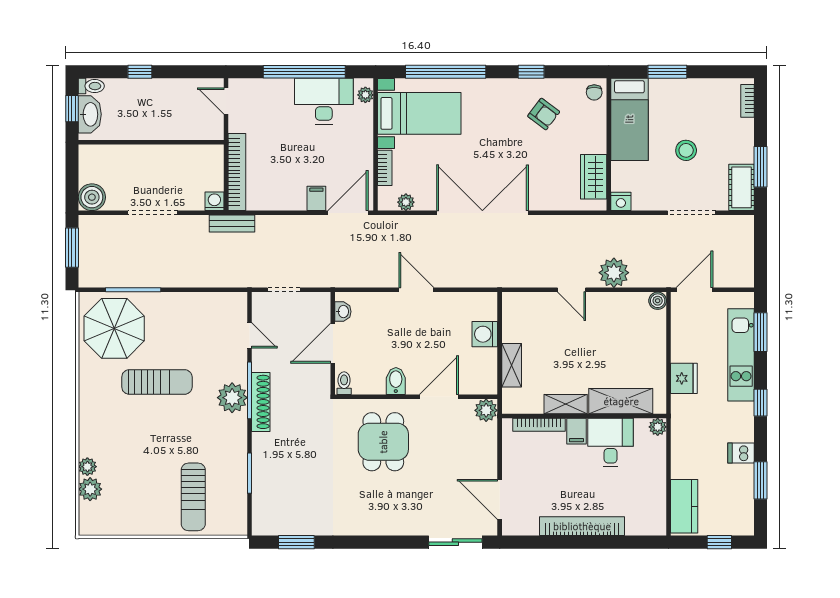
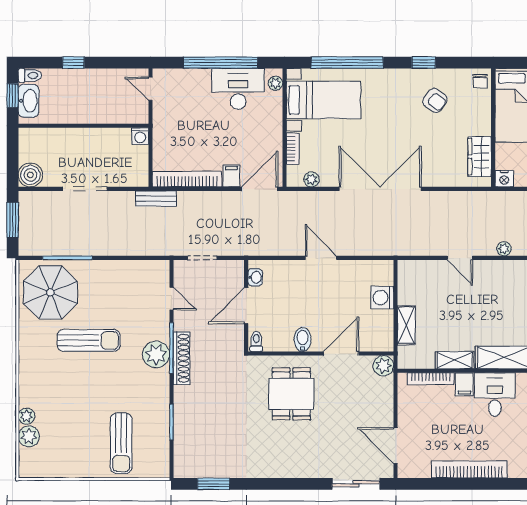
bookcase: (237, 172) -> (187, 179), moved, turned -90
washing machine: (214, 201) -> (140, 136), moved, turned 180
plant: (614, 273) -> (504, 249), width x0.53, depth x0.53

